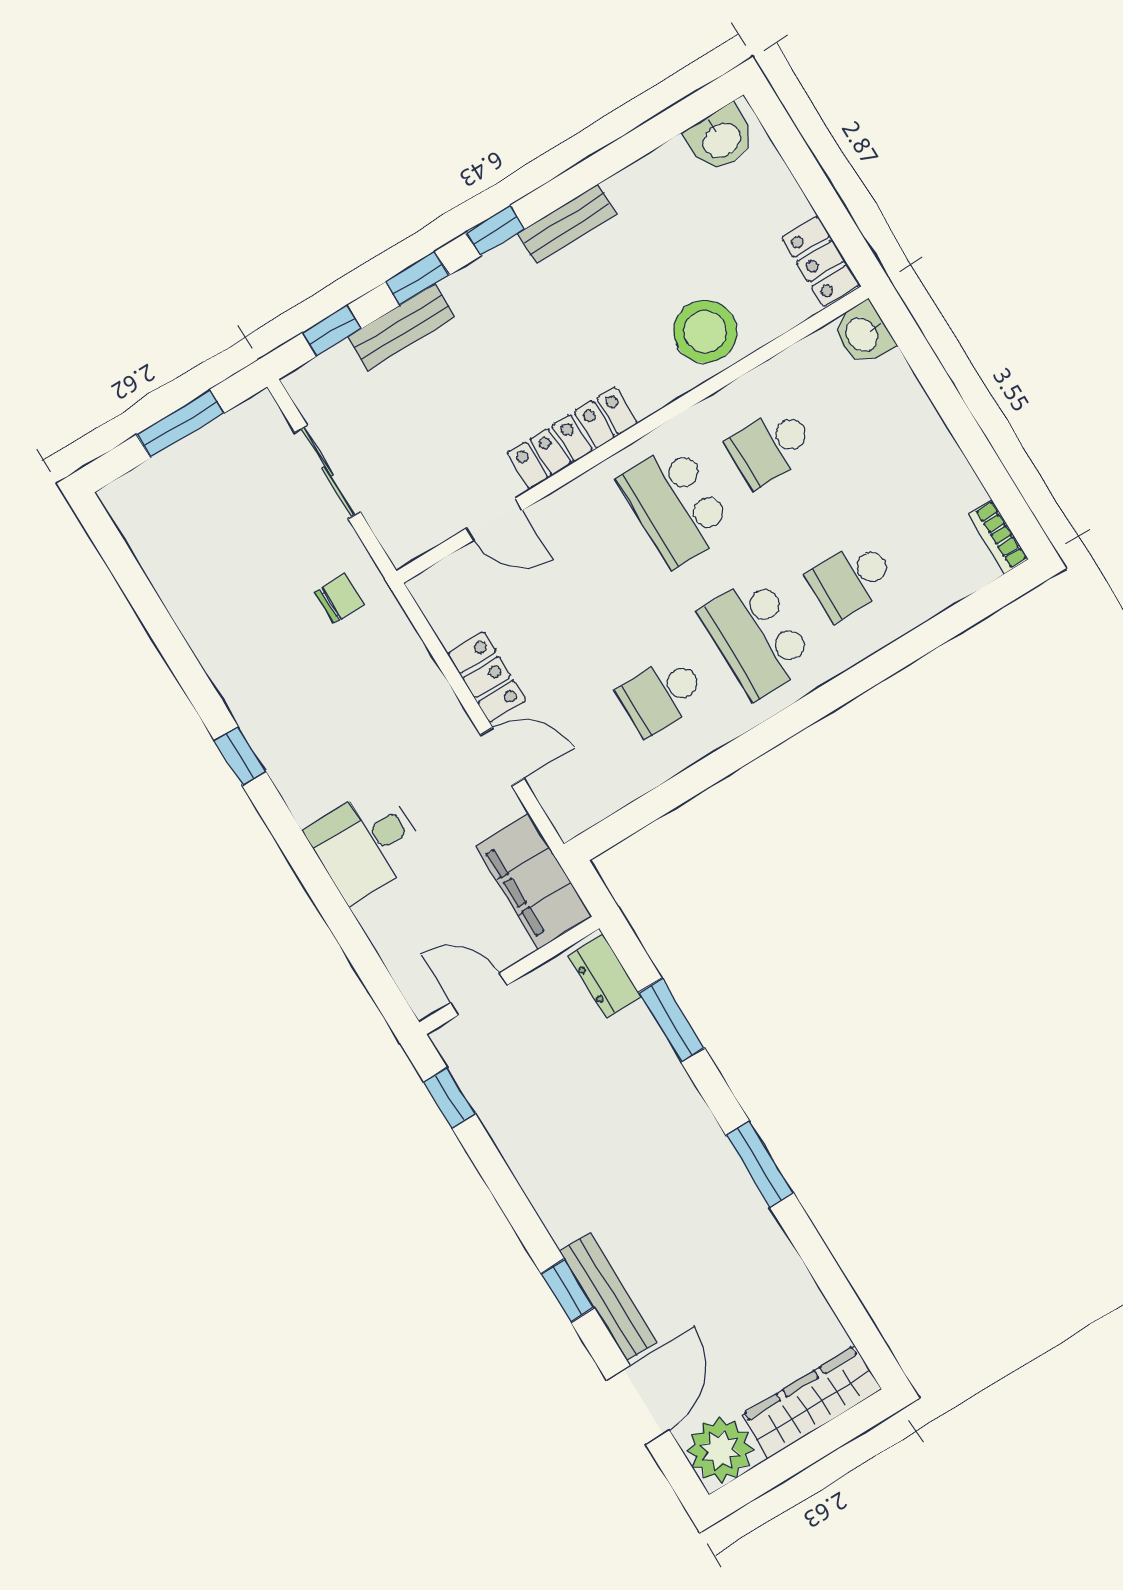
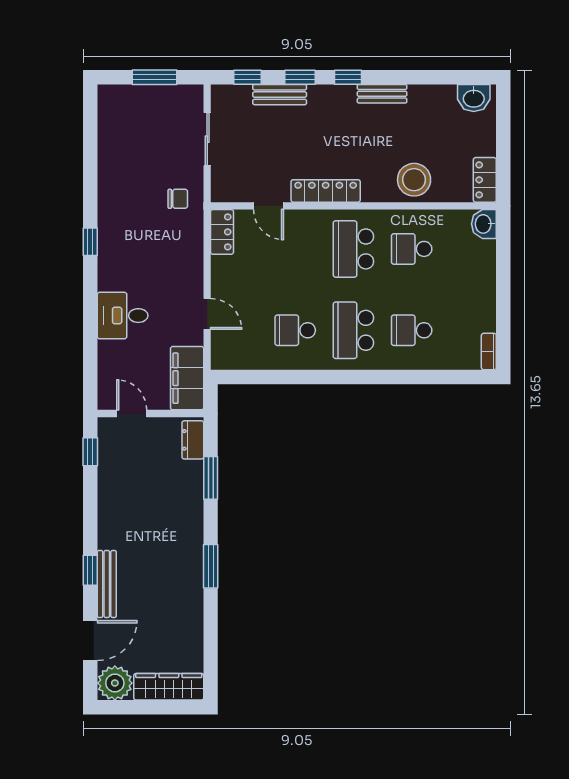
locker: (487, 677) -> (222, 232), moved

